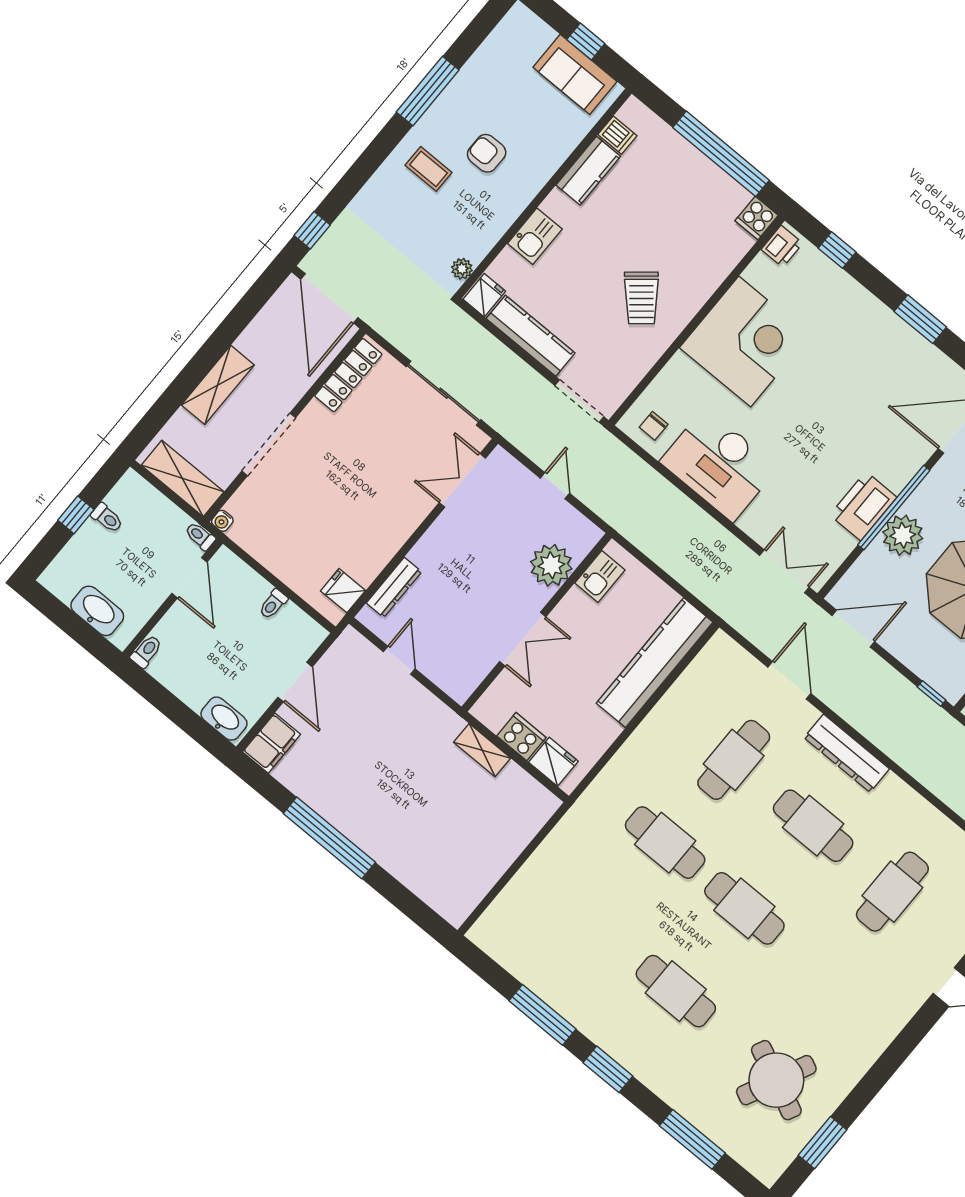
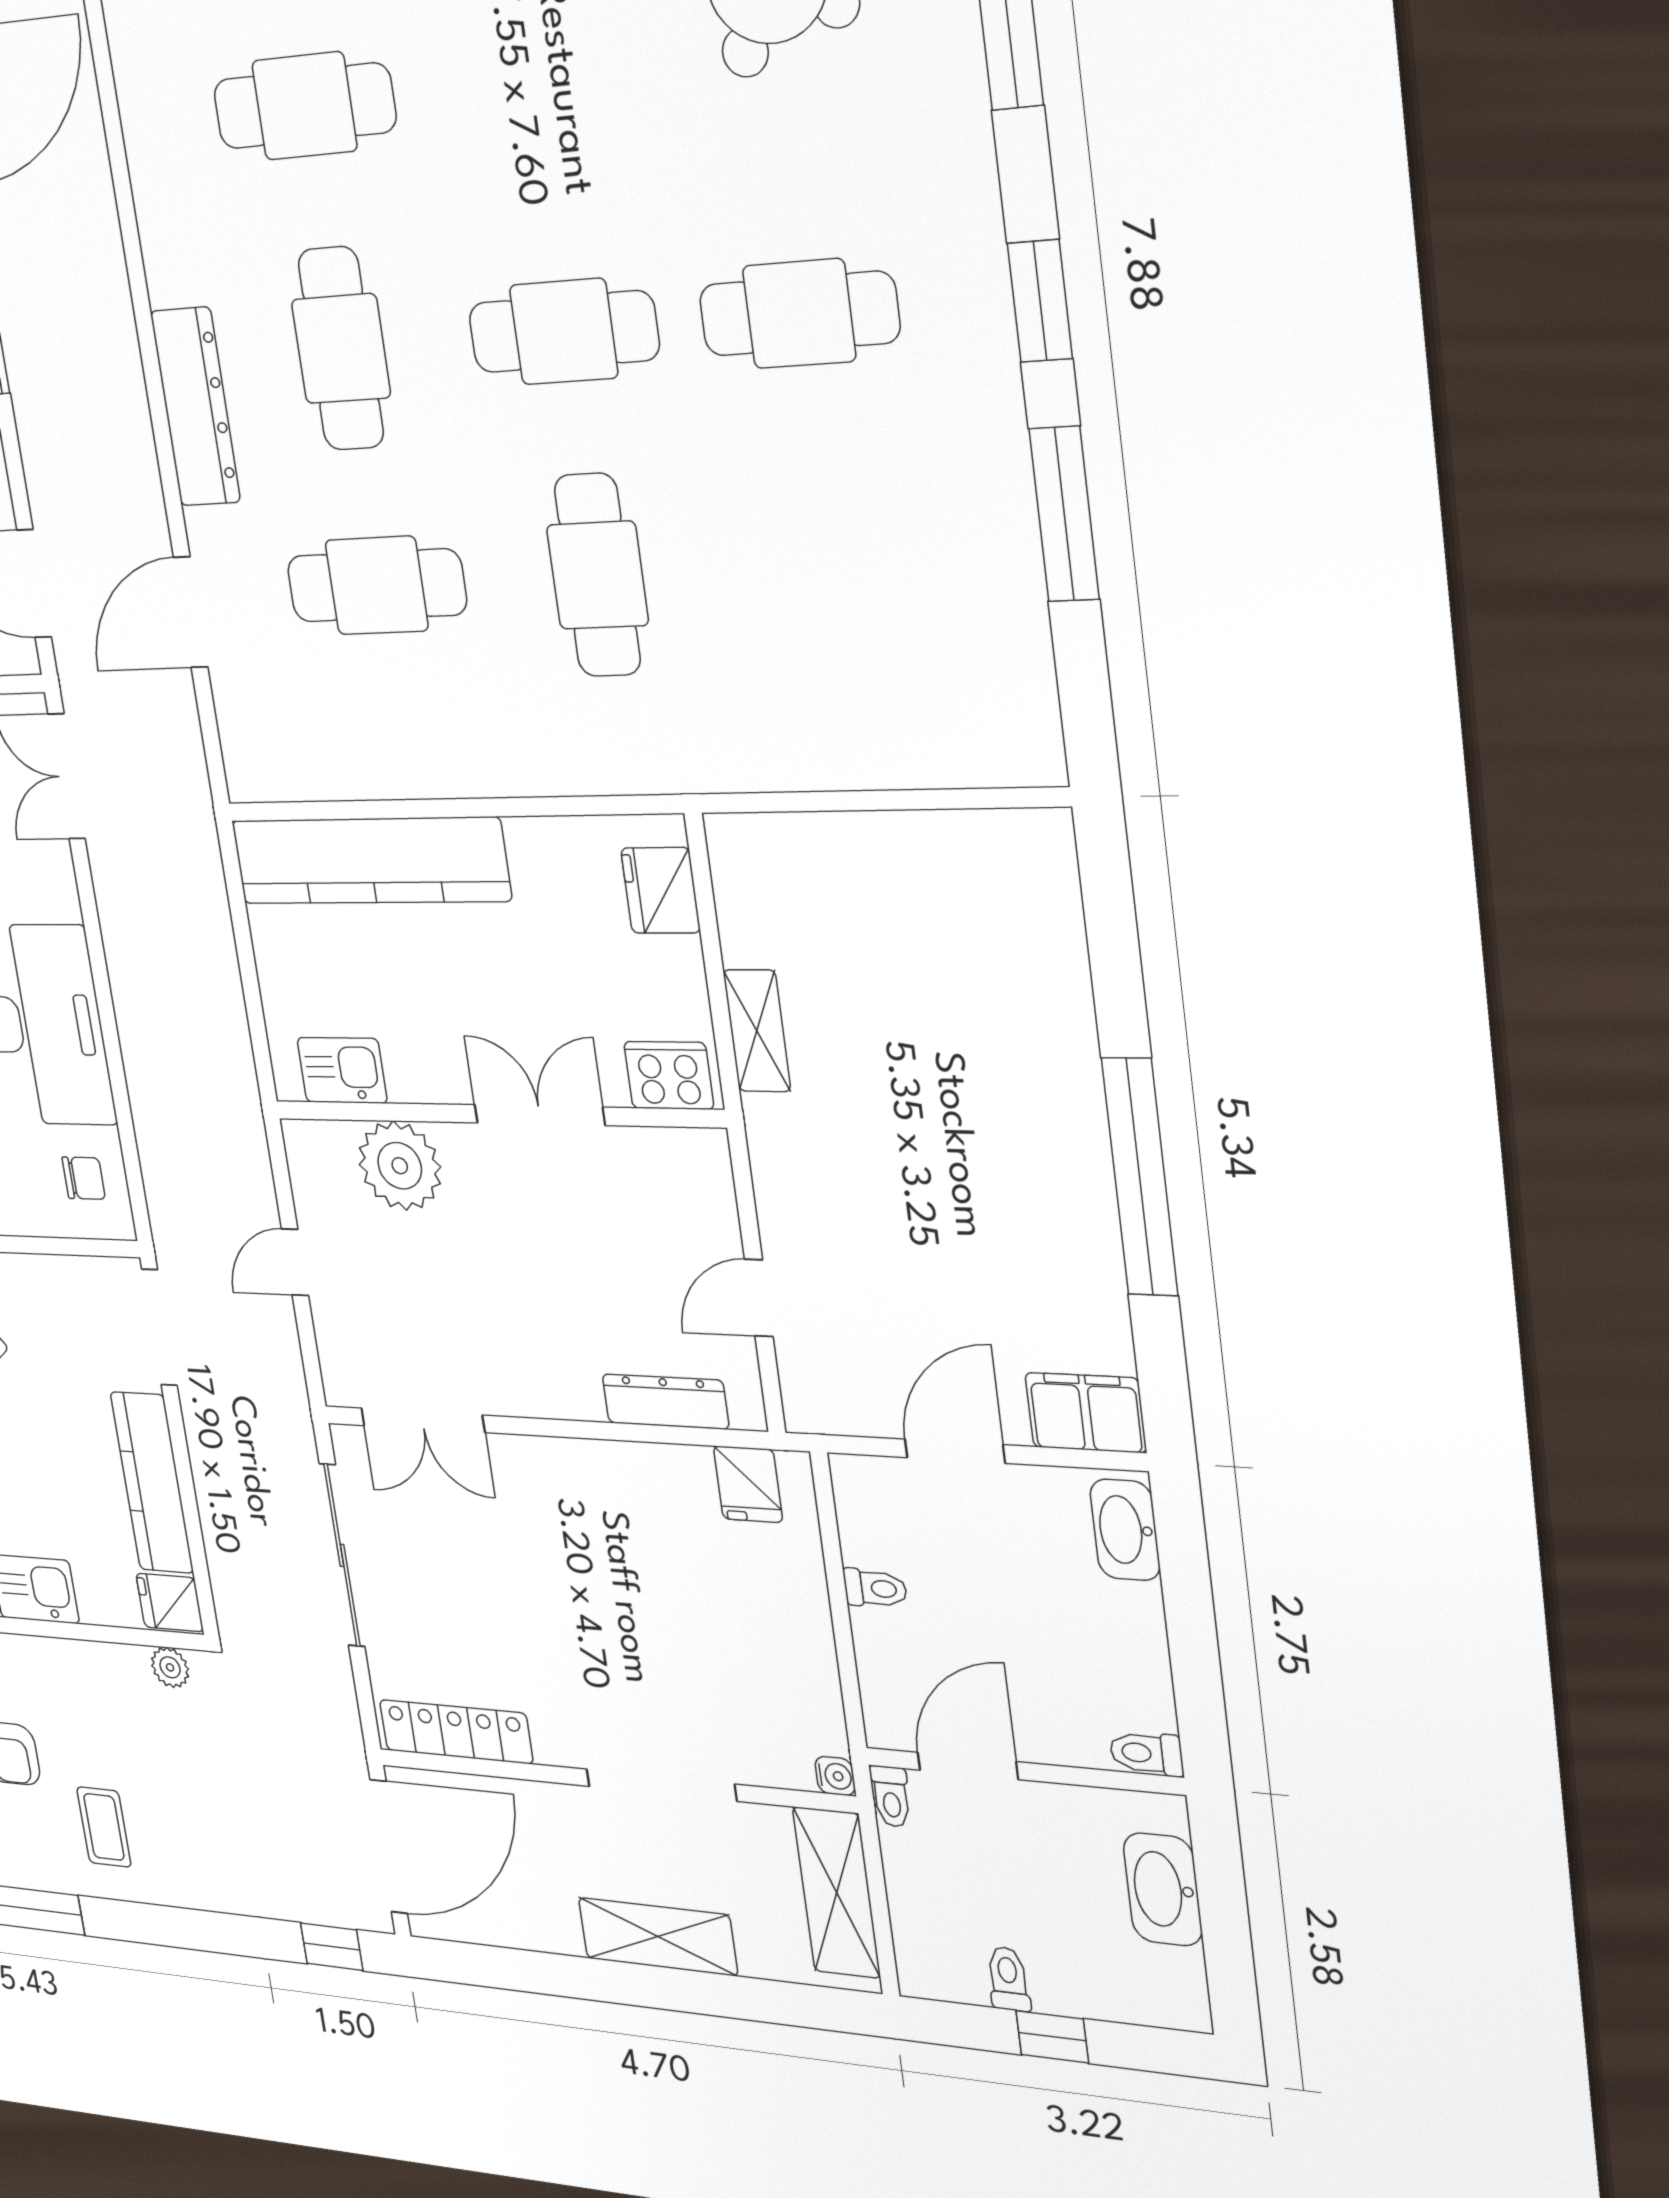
cooker: (521, 737) -> (669, 1075), moved, turned 90
cafe table: (744, 908) -> (564, 332), turned 90
cafe table: (676, 991) -> (799, 314), turned 90

